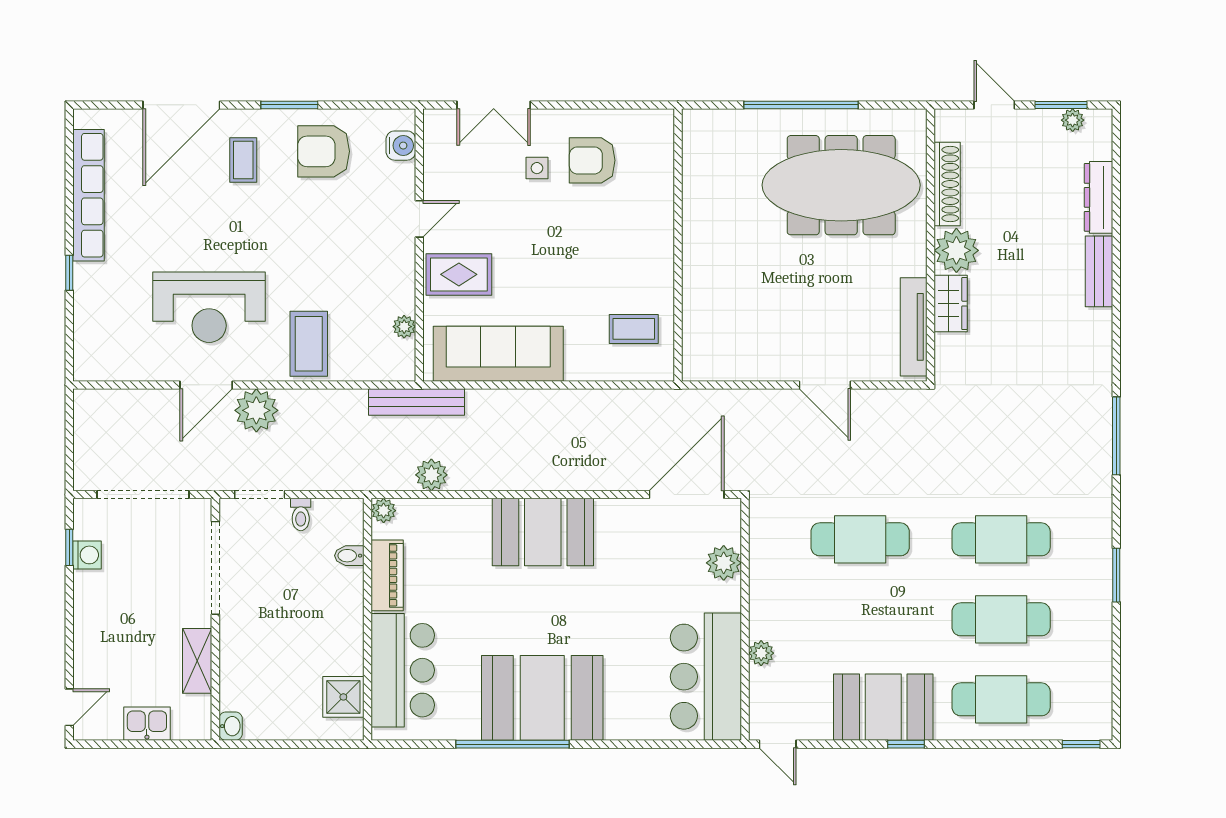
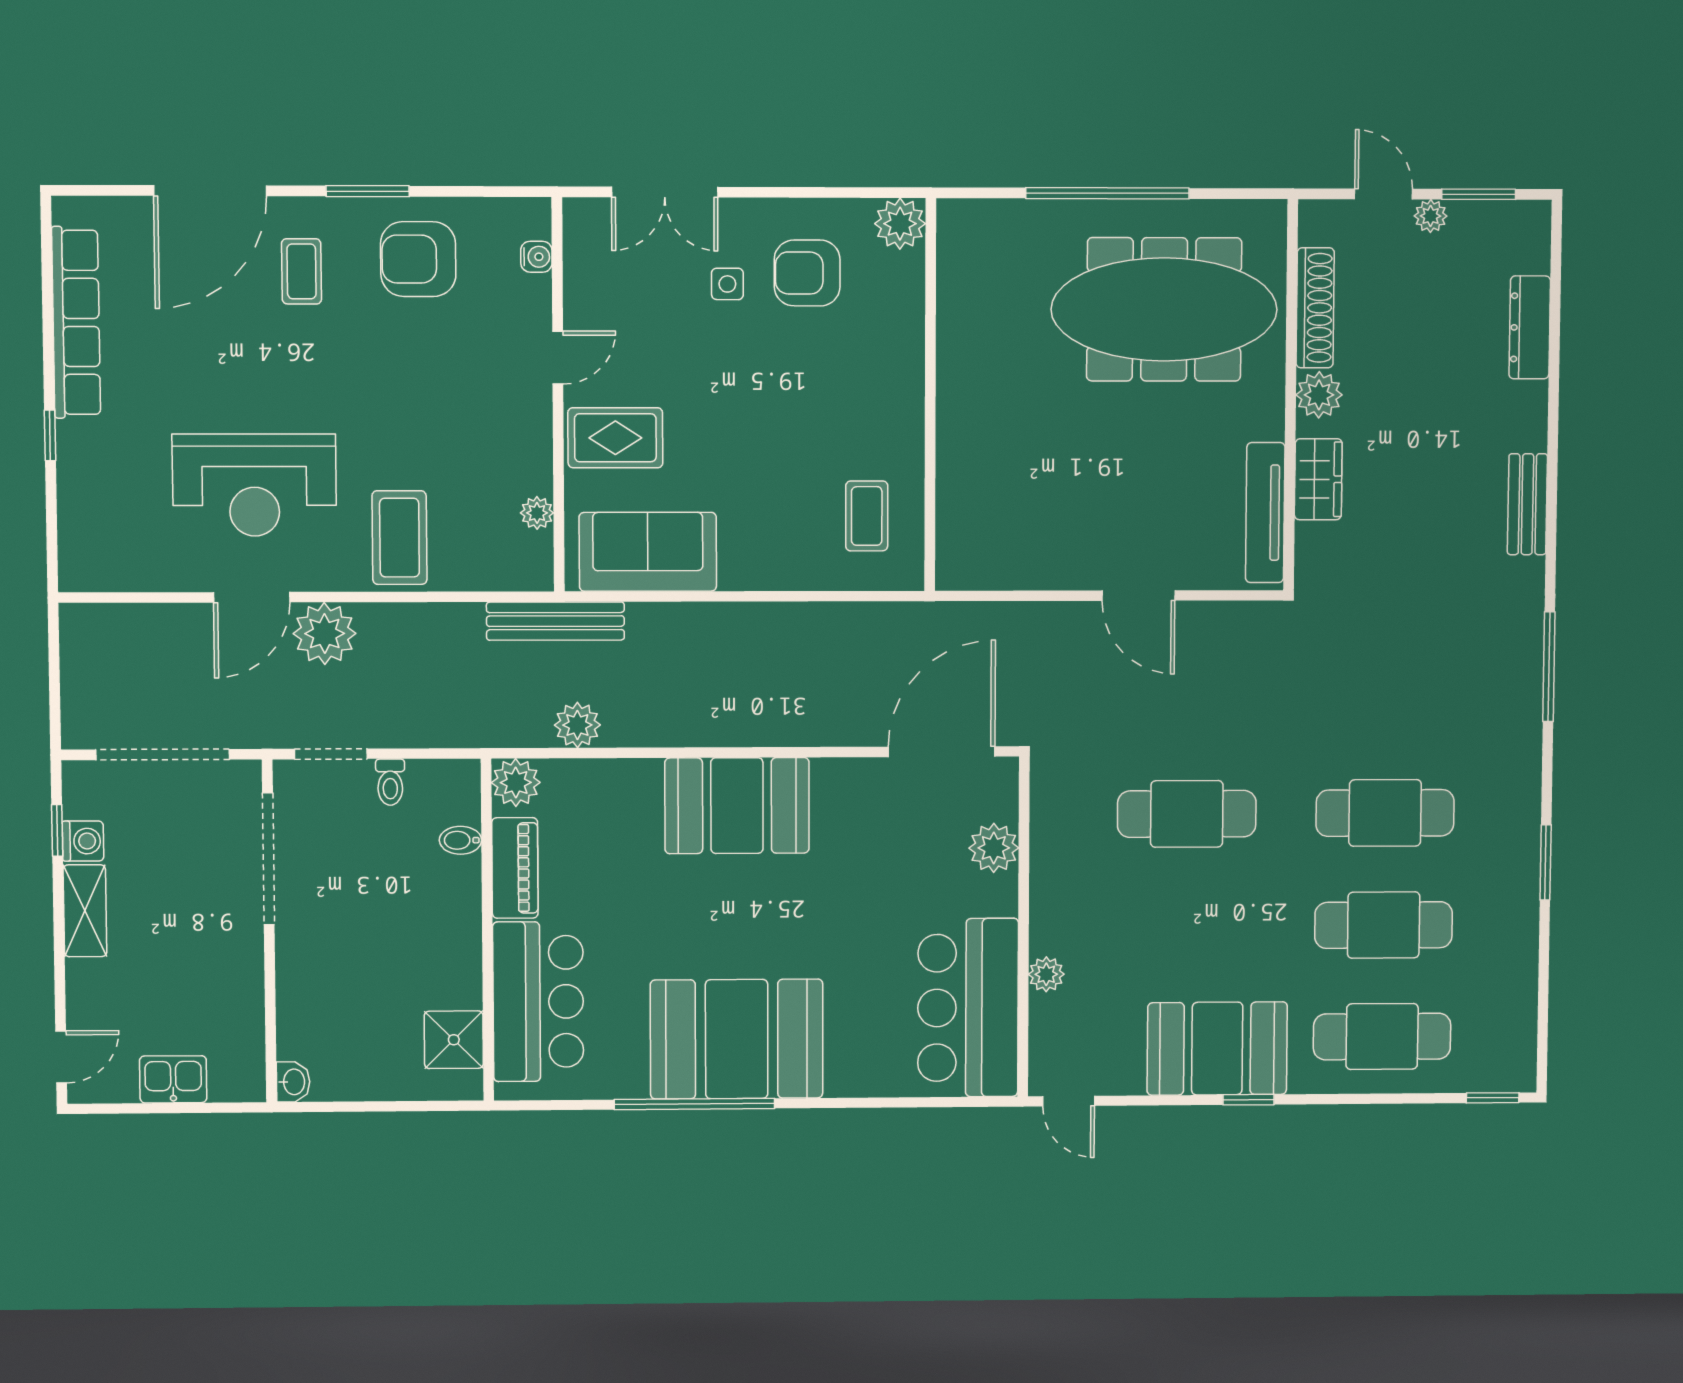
plant: (1073, 120) -> (1431, 216), moved
plant: (657, 126) -> (900, 224), added
water cooler: (401, 146) -> (536, 257), width x0.72, depth x0.72
plant: (956, 250) -> (1319, 395), width x0.73, depth x0.73
bench: (1099, 271) -> (1527, 504), moved
coffee table: (634, 329) -> (867, 516), turned 90
sofa: (498, 354) -> (648, 552), width x0.73
plant: (384, 511) -> (516, 783), width x1.38, depth x1.38
shelving: (197, 661) -> (85, 911), moved

